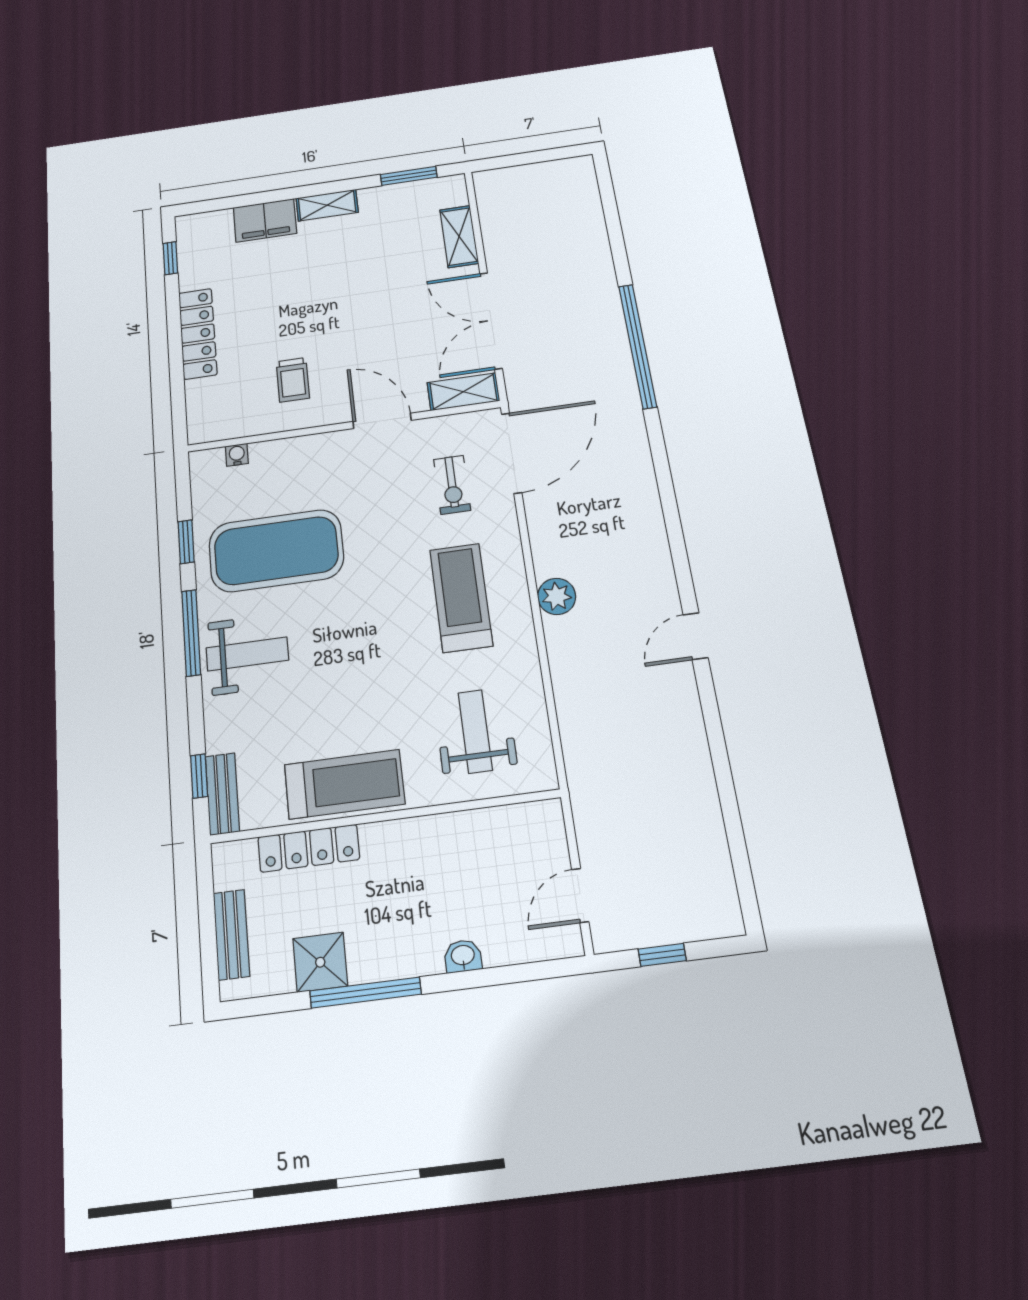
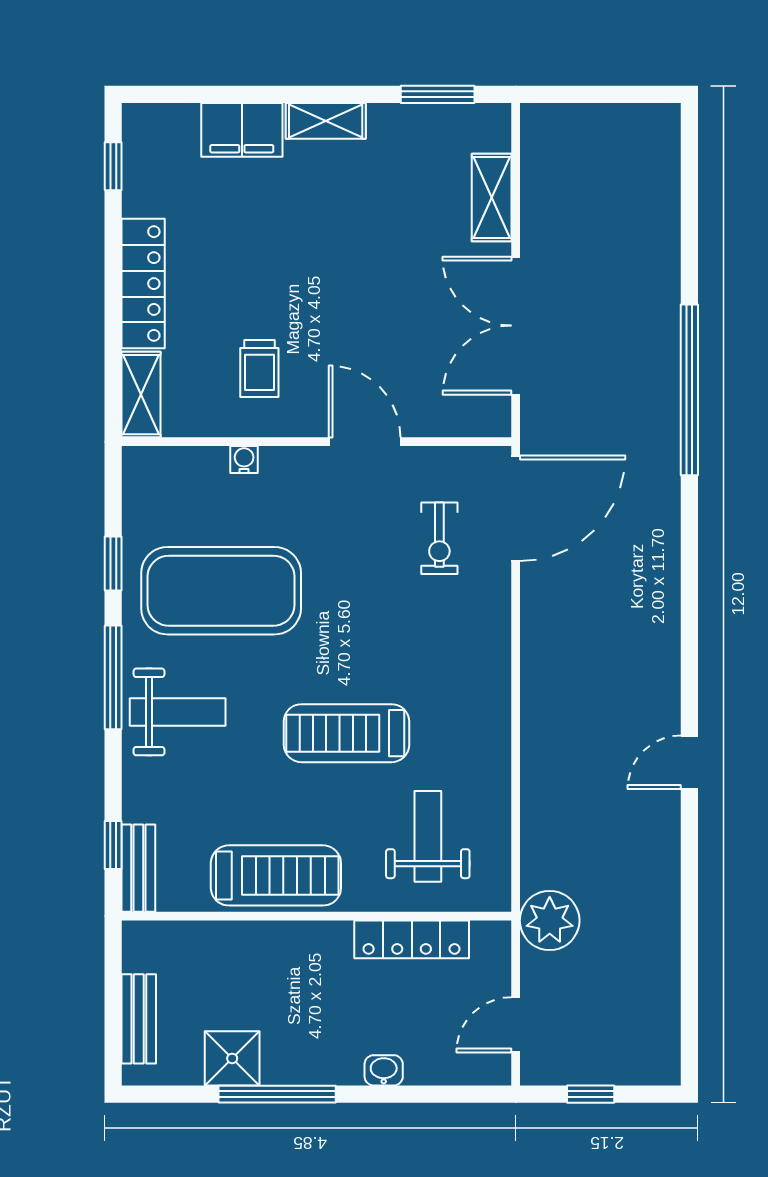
shelving: (463, 392) -> (141, 395), moved, turned 90
water cooler: (237, 455) -> (244, 460), moved
plant: (557, 596) -> (550, 921), moved, width x1.36, depth x1.36
treadmill: (461, 597) -> (346, 733), moved, turned -90
locker: (309, 848) -> (412, 939), moved

